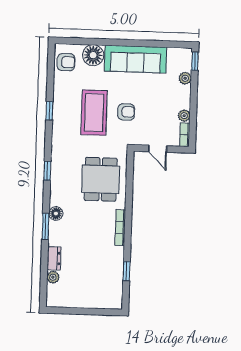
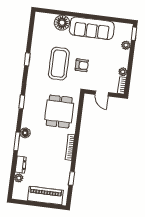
armchair: (66, 62) -> (42, 26), removed
piano: (92, 298) -> (45, 195), added

